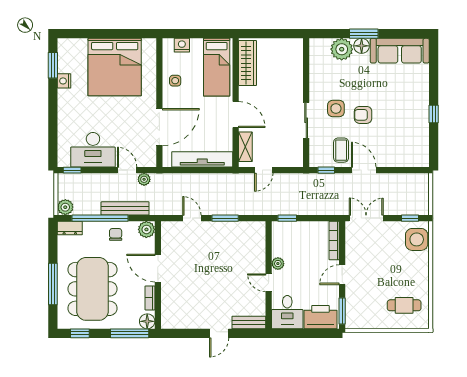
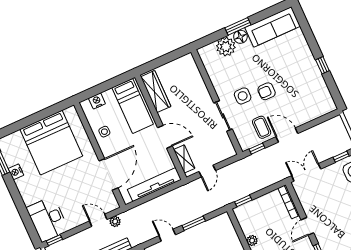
desk: (93, 150) -> (48, 219), moved, turned 90

